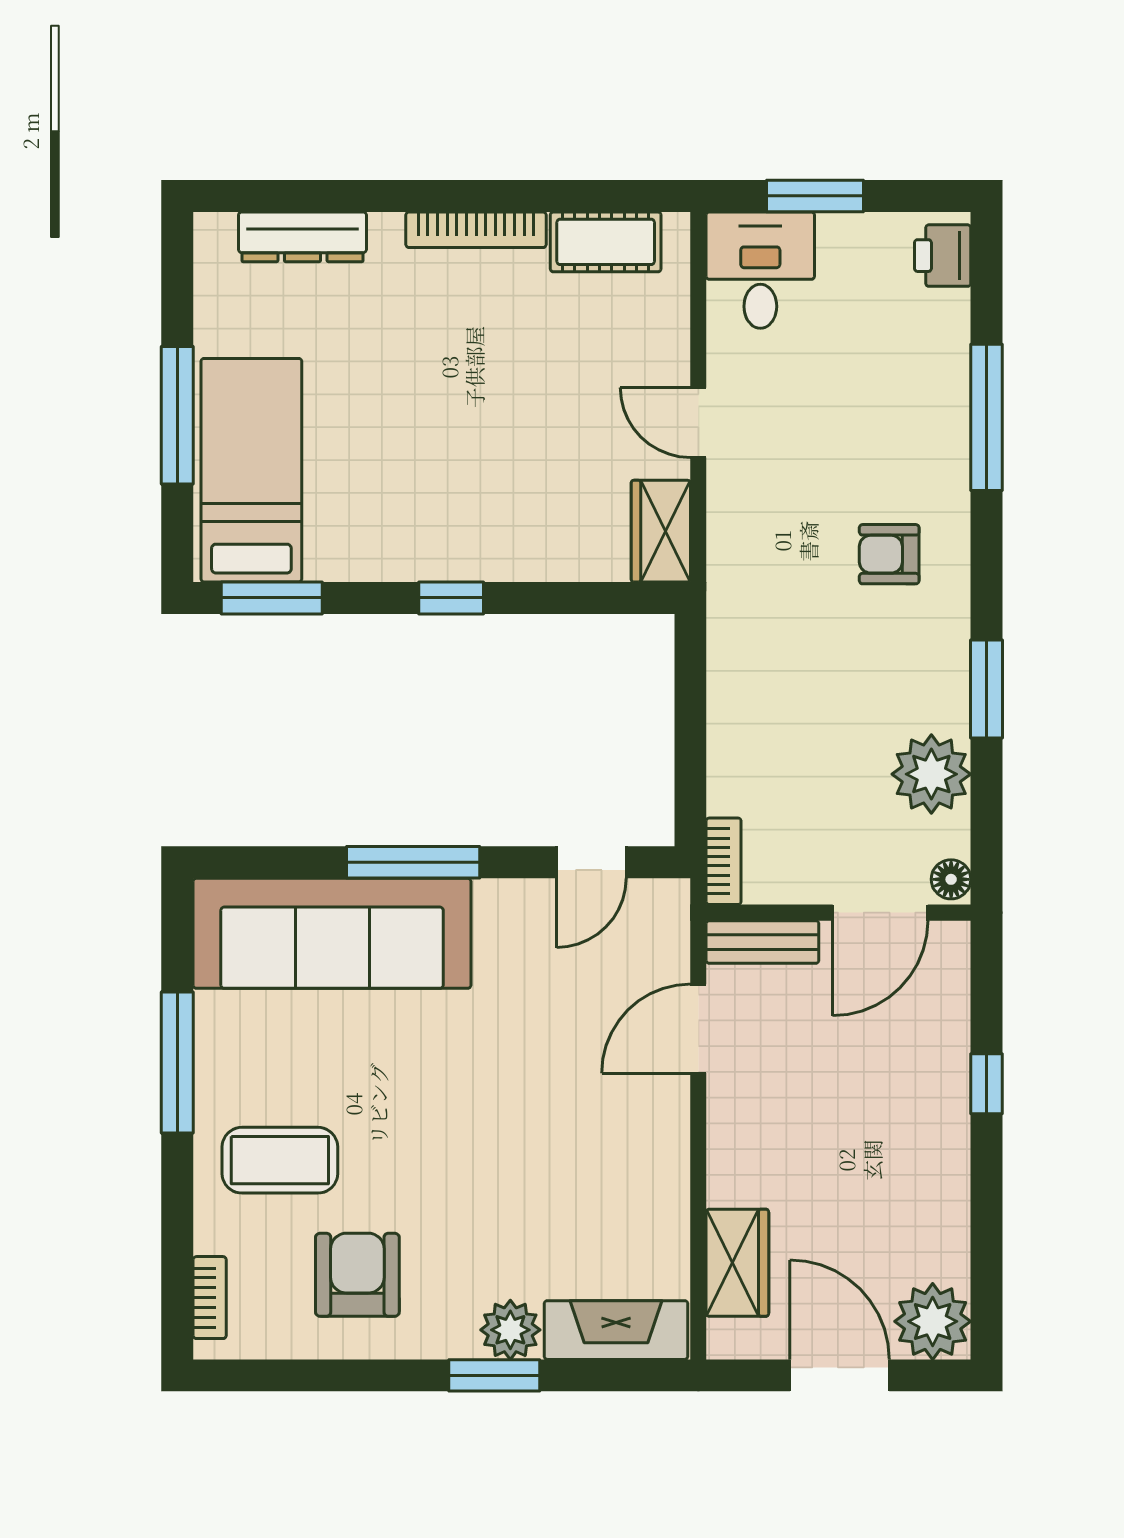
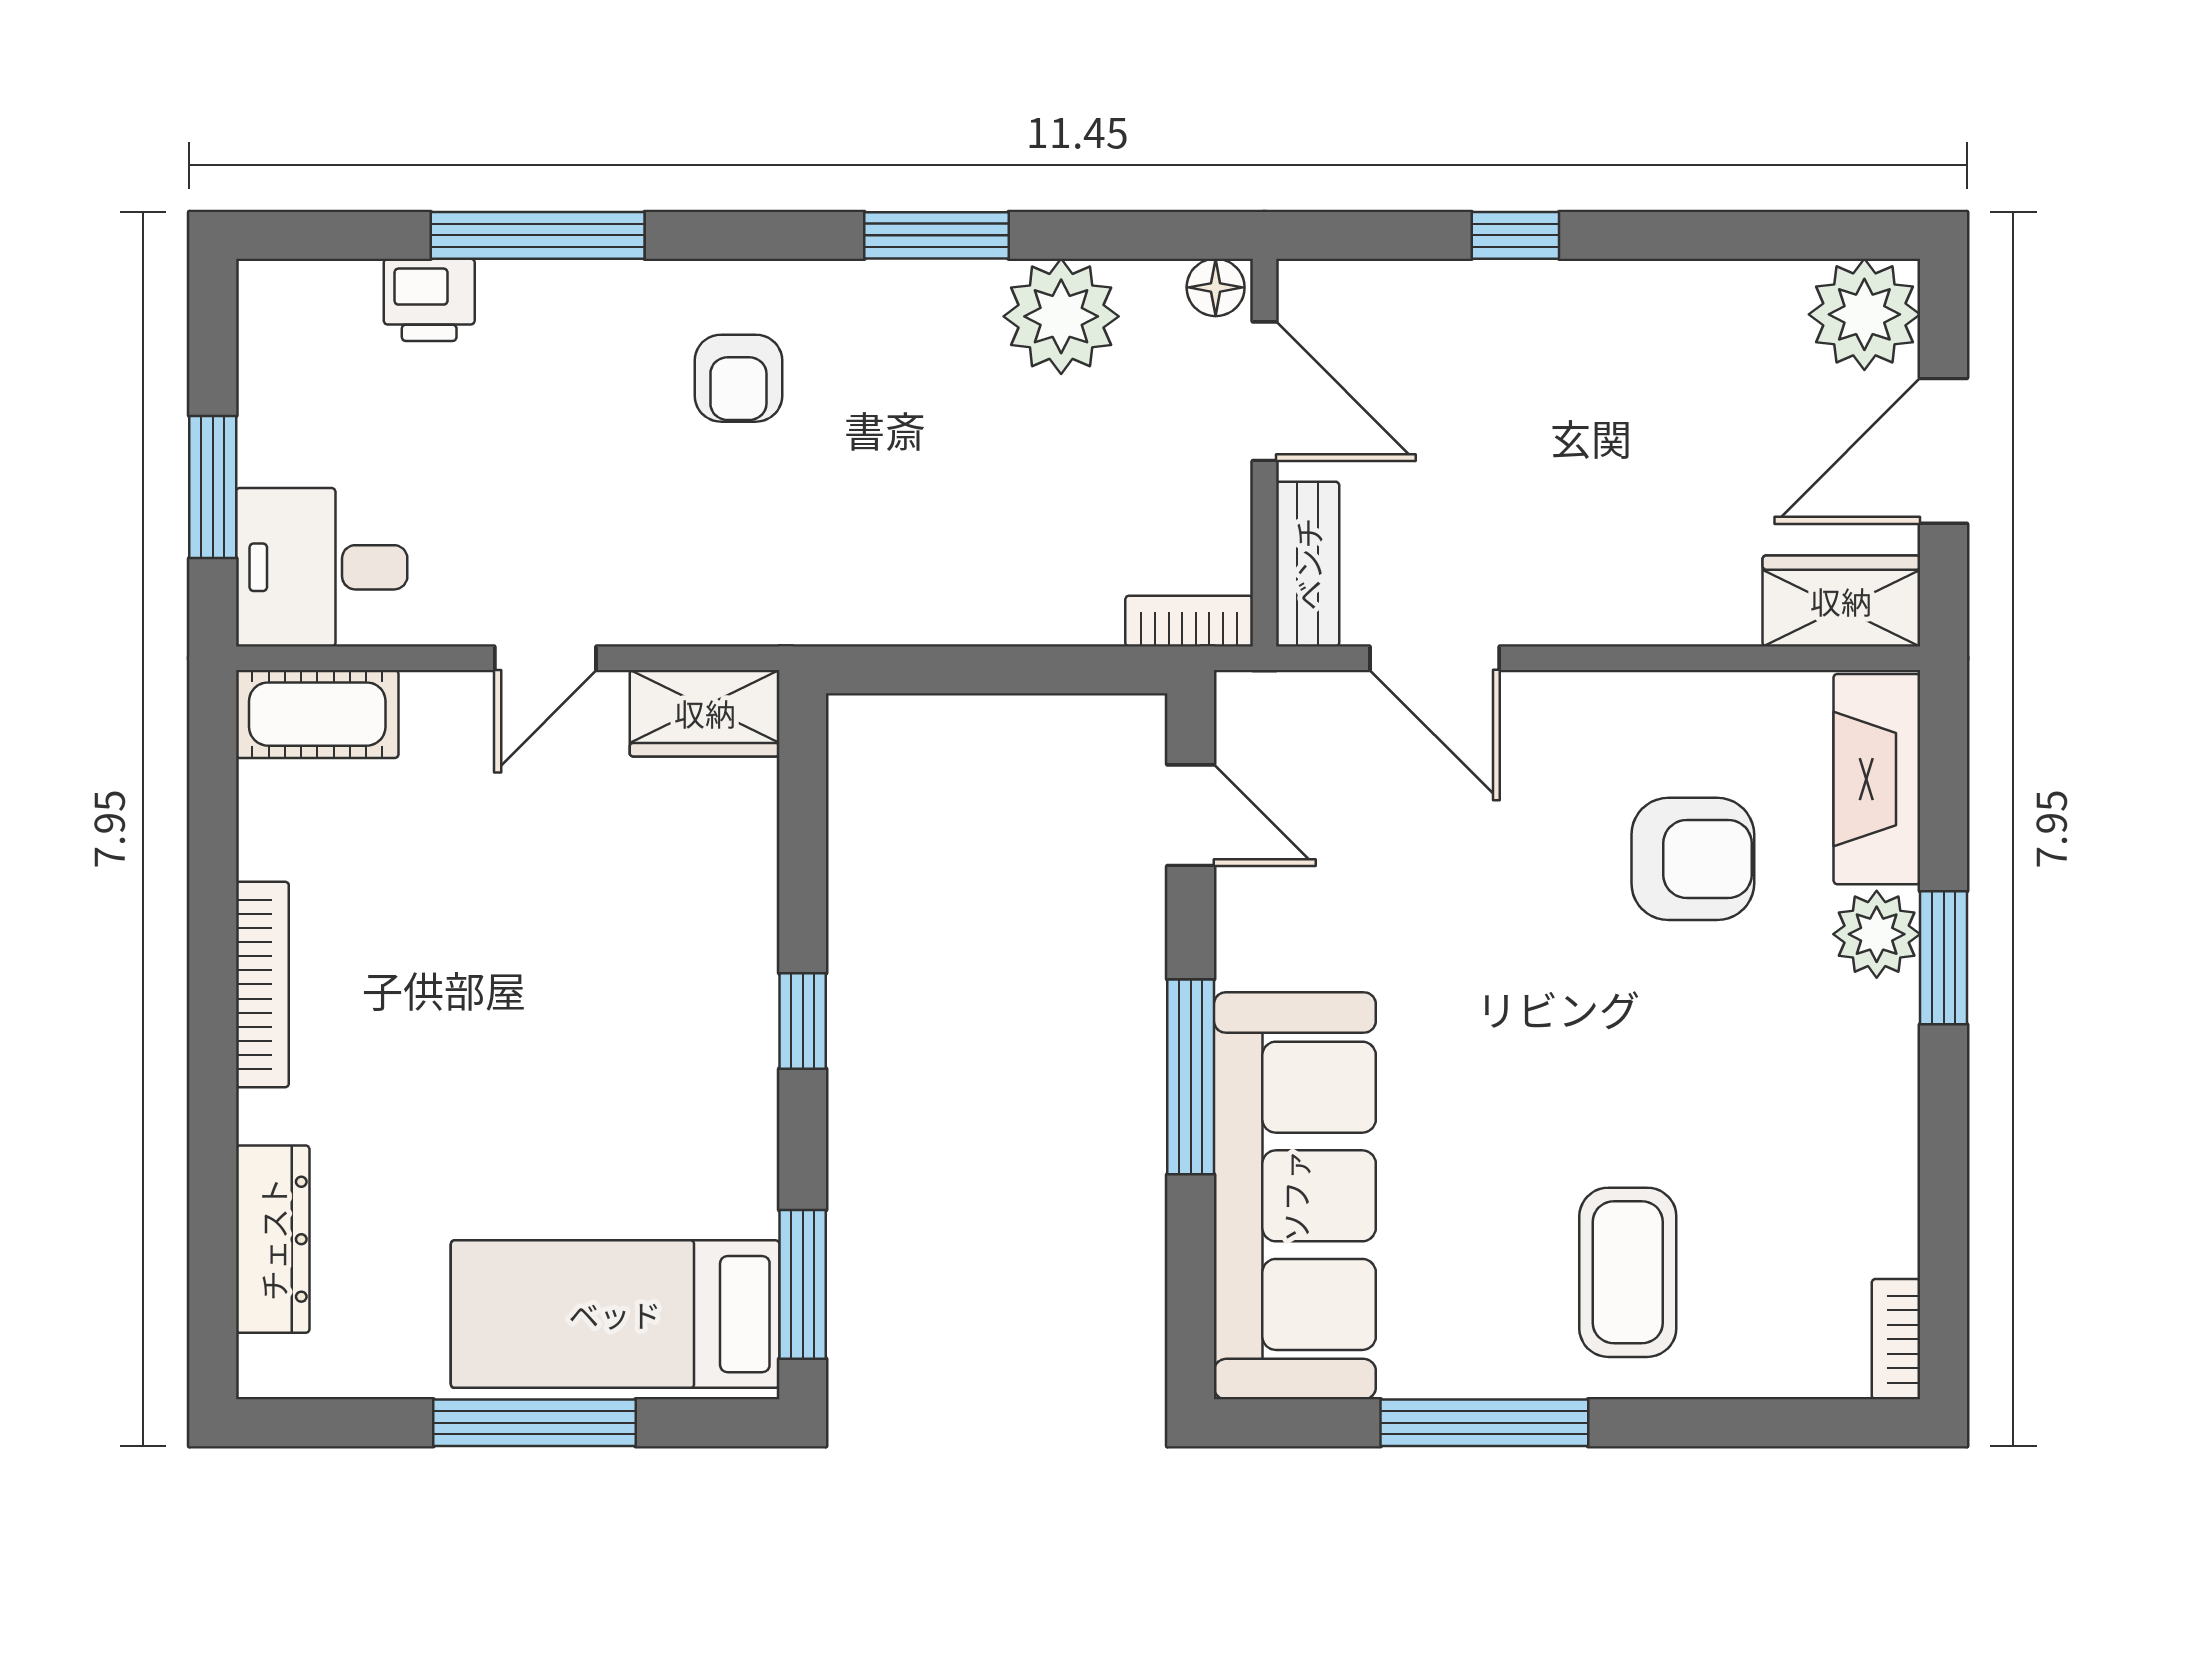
cot: (606, 242) -> (317, 714), moved, turned 90
printer: (943, 256) -> (429, 300), moved
wardrobe: (737, 1263) -> (1841, 601), moved
armchair: (357, 1275) -> (1693, 859), moved, turned 180
bookcase: (210, 1298) -> (1896, 1339), moved, turned -90

